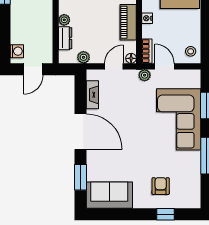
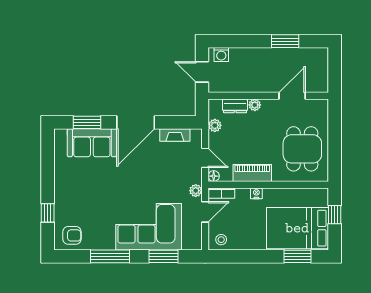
armchair: (161, 186) -> (72, 235), moved
sofa: (109, 195) -> (92, 143), moved, turned 90

